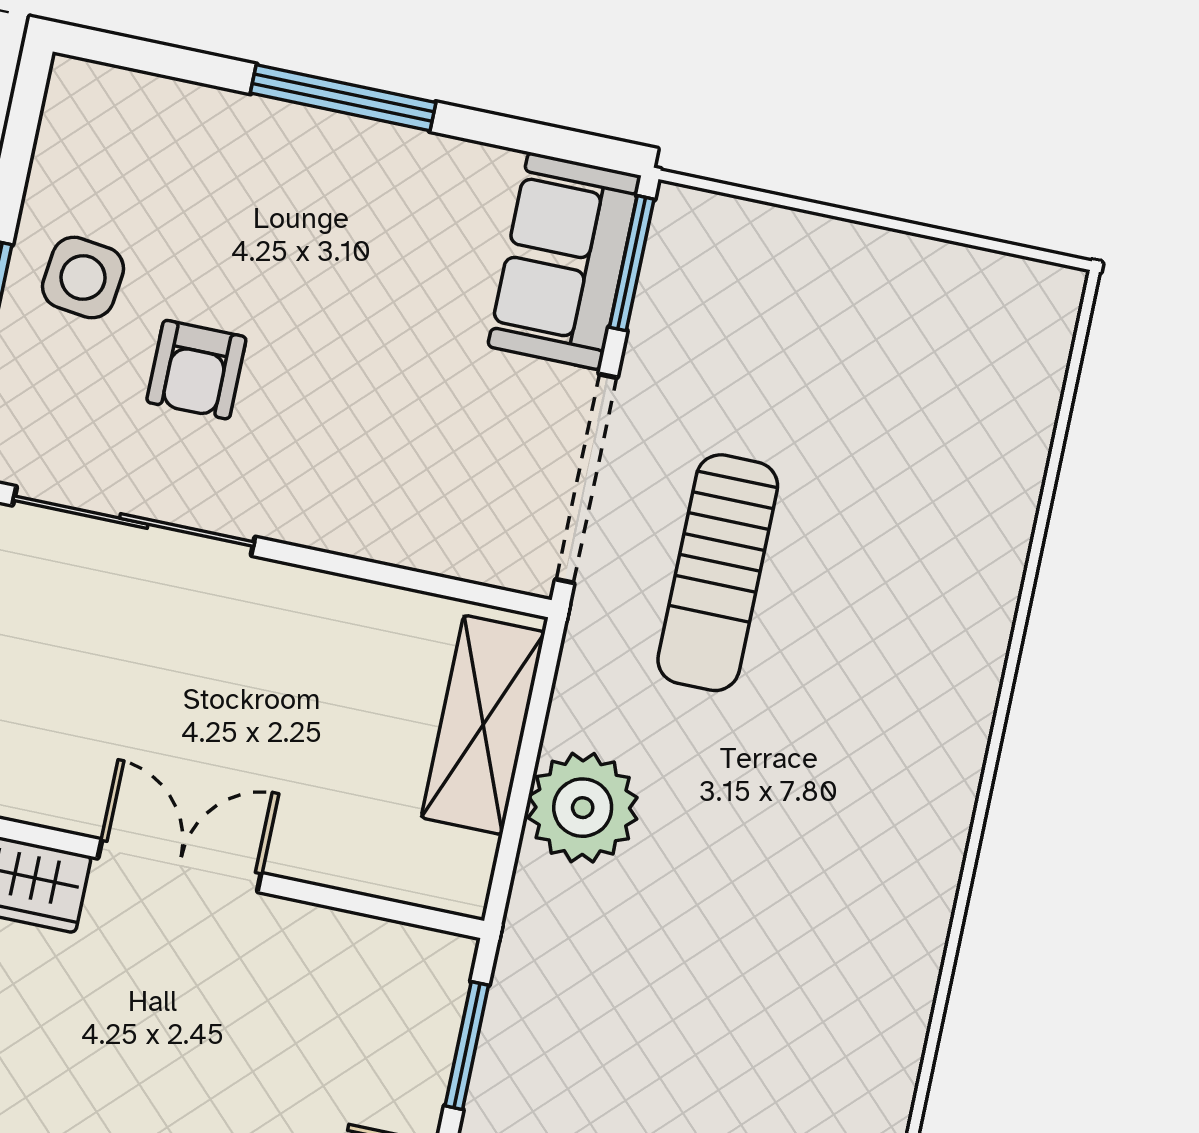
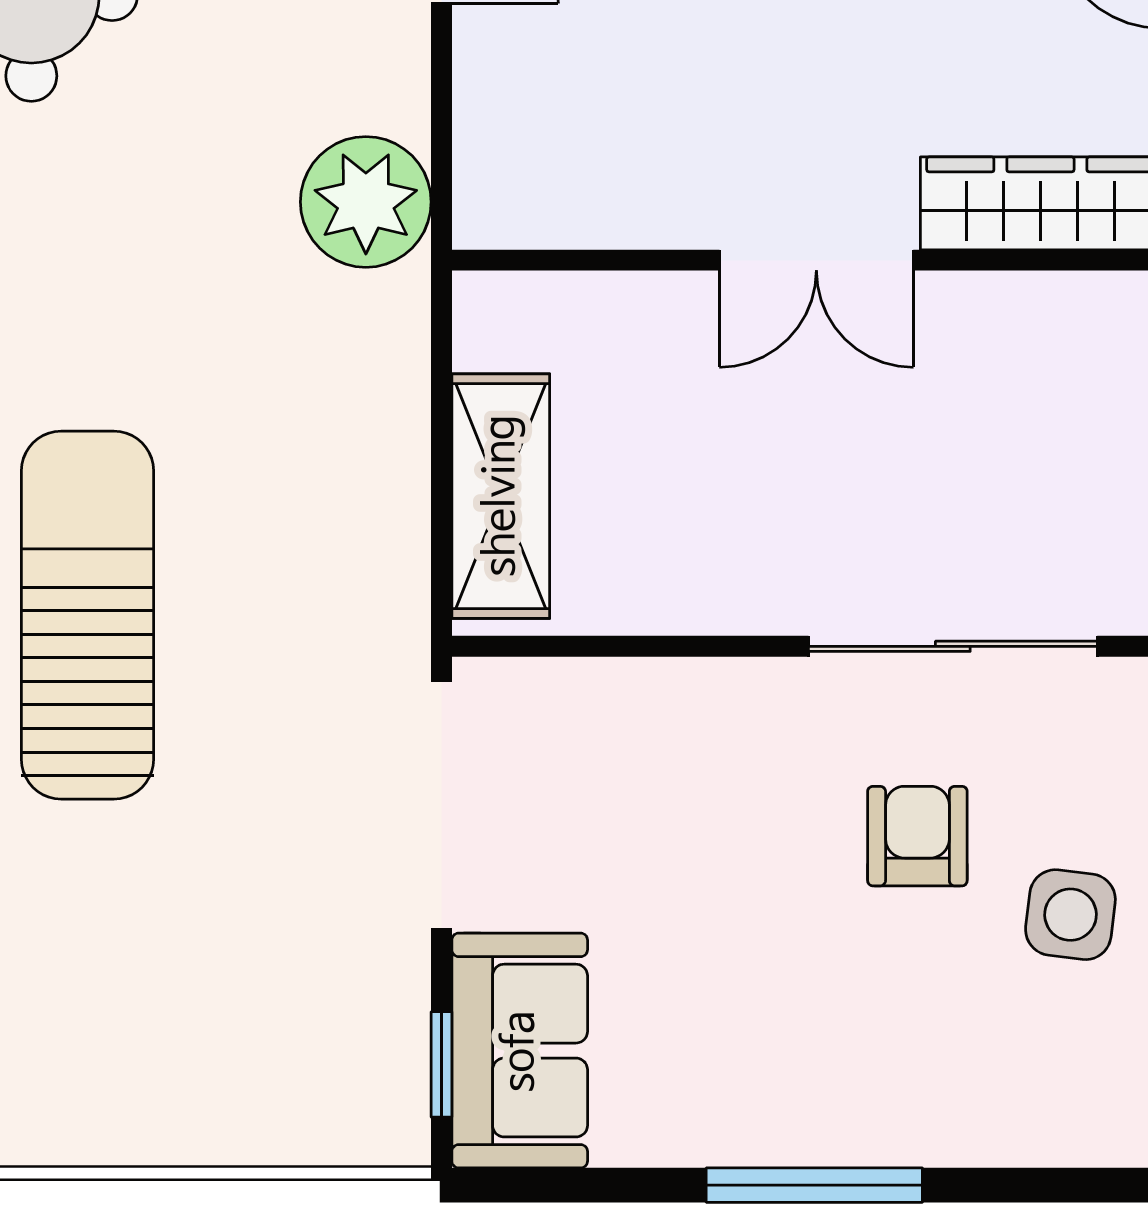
window: (632, 263) -> (441, 1064), width x0.67
sun lounger: (718, 573) -> (87, 615), moved, width x1.36, depth x1.34
plant: (583, 808) -> (366, 202), moved
window: (467, 1046) -> (441, 123), removed

